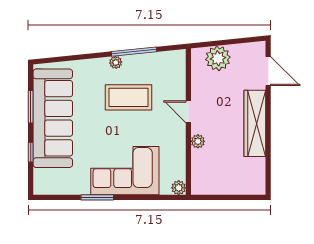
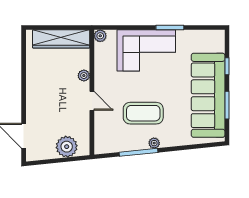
wardrobe: (255, 123) -> (61, 39), moved, turned 90

